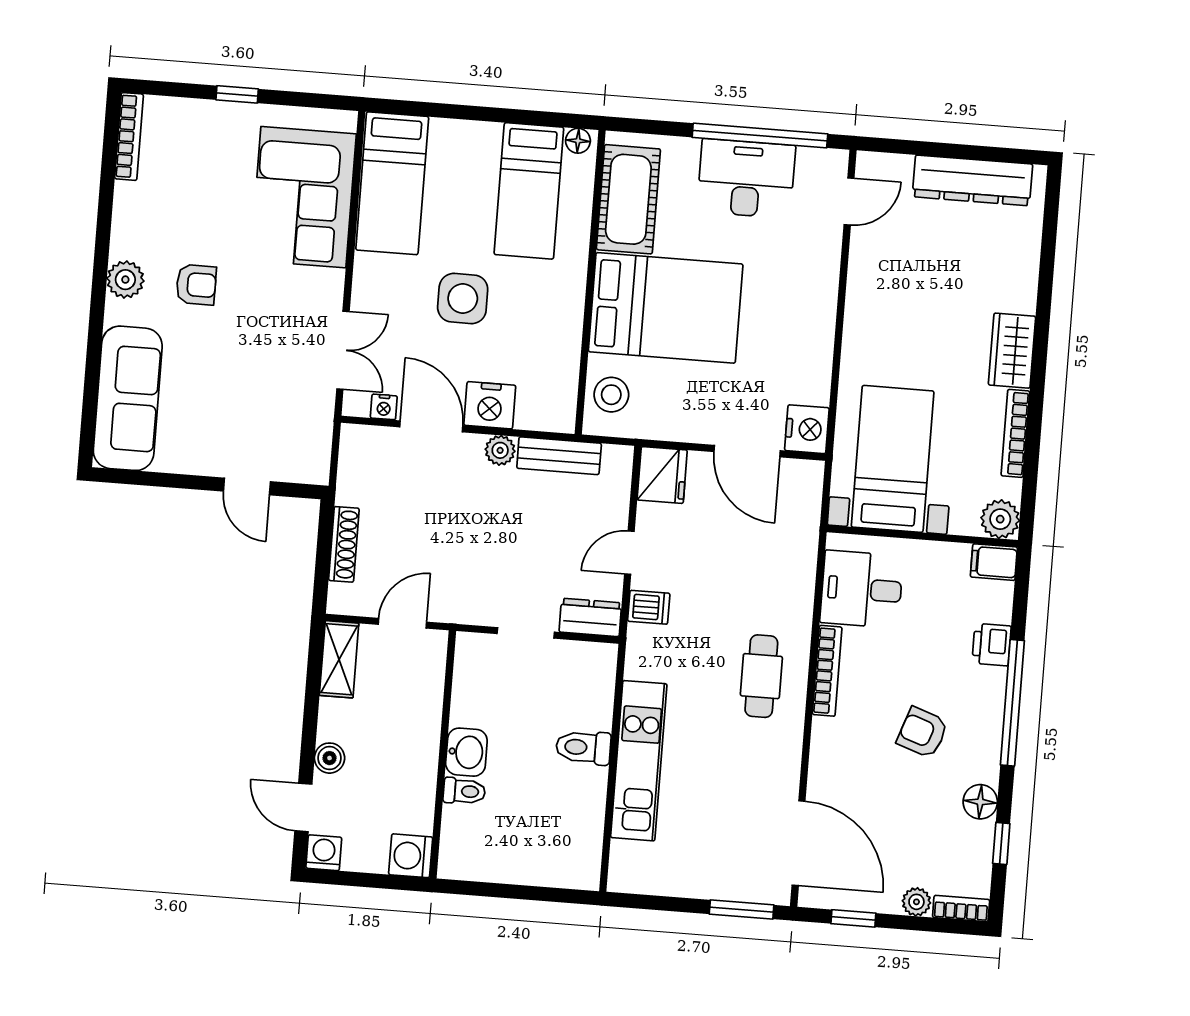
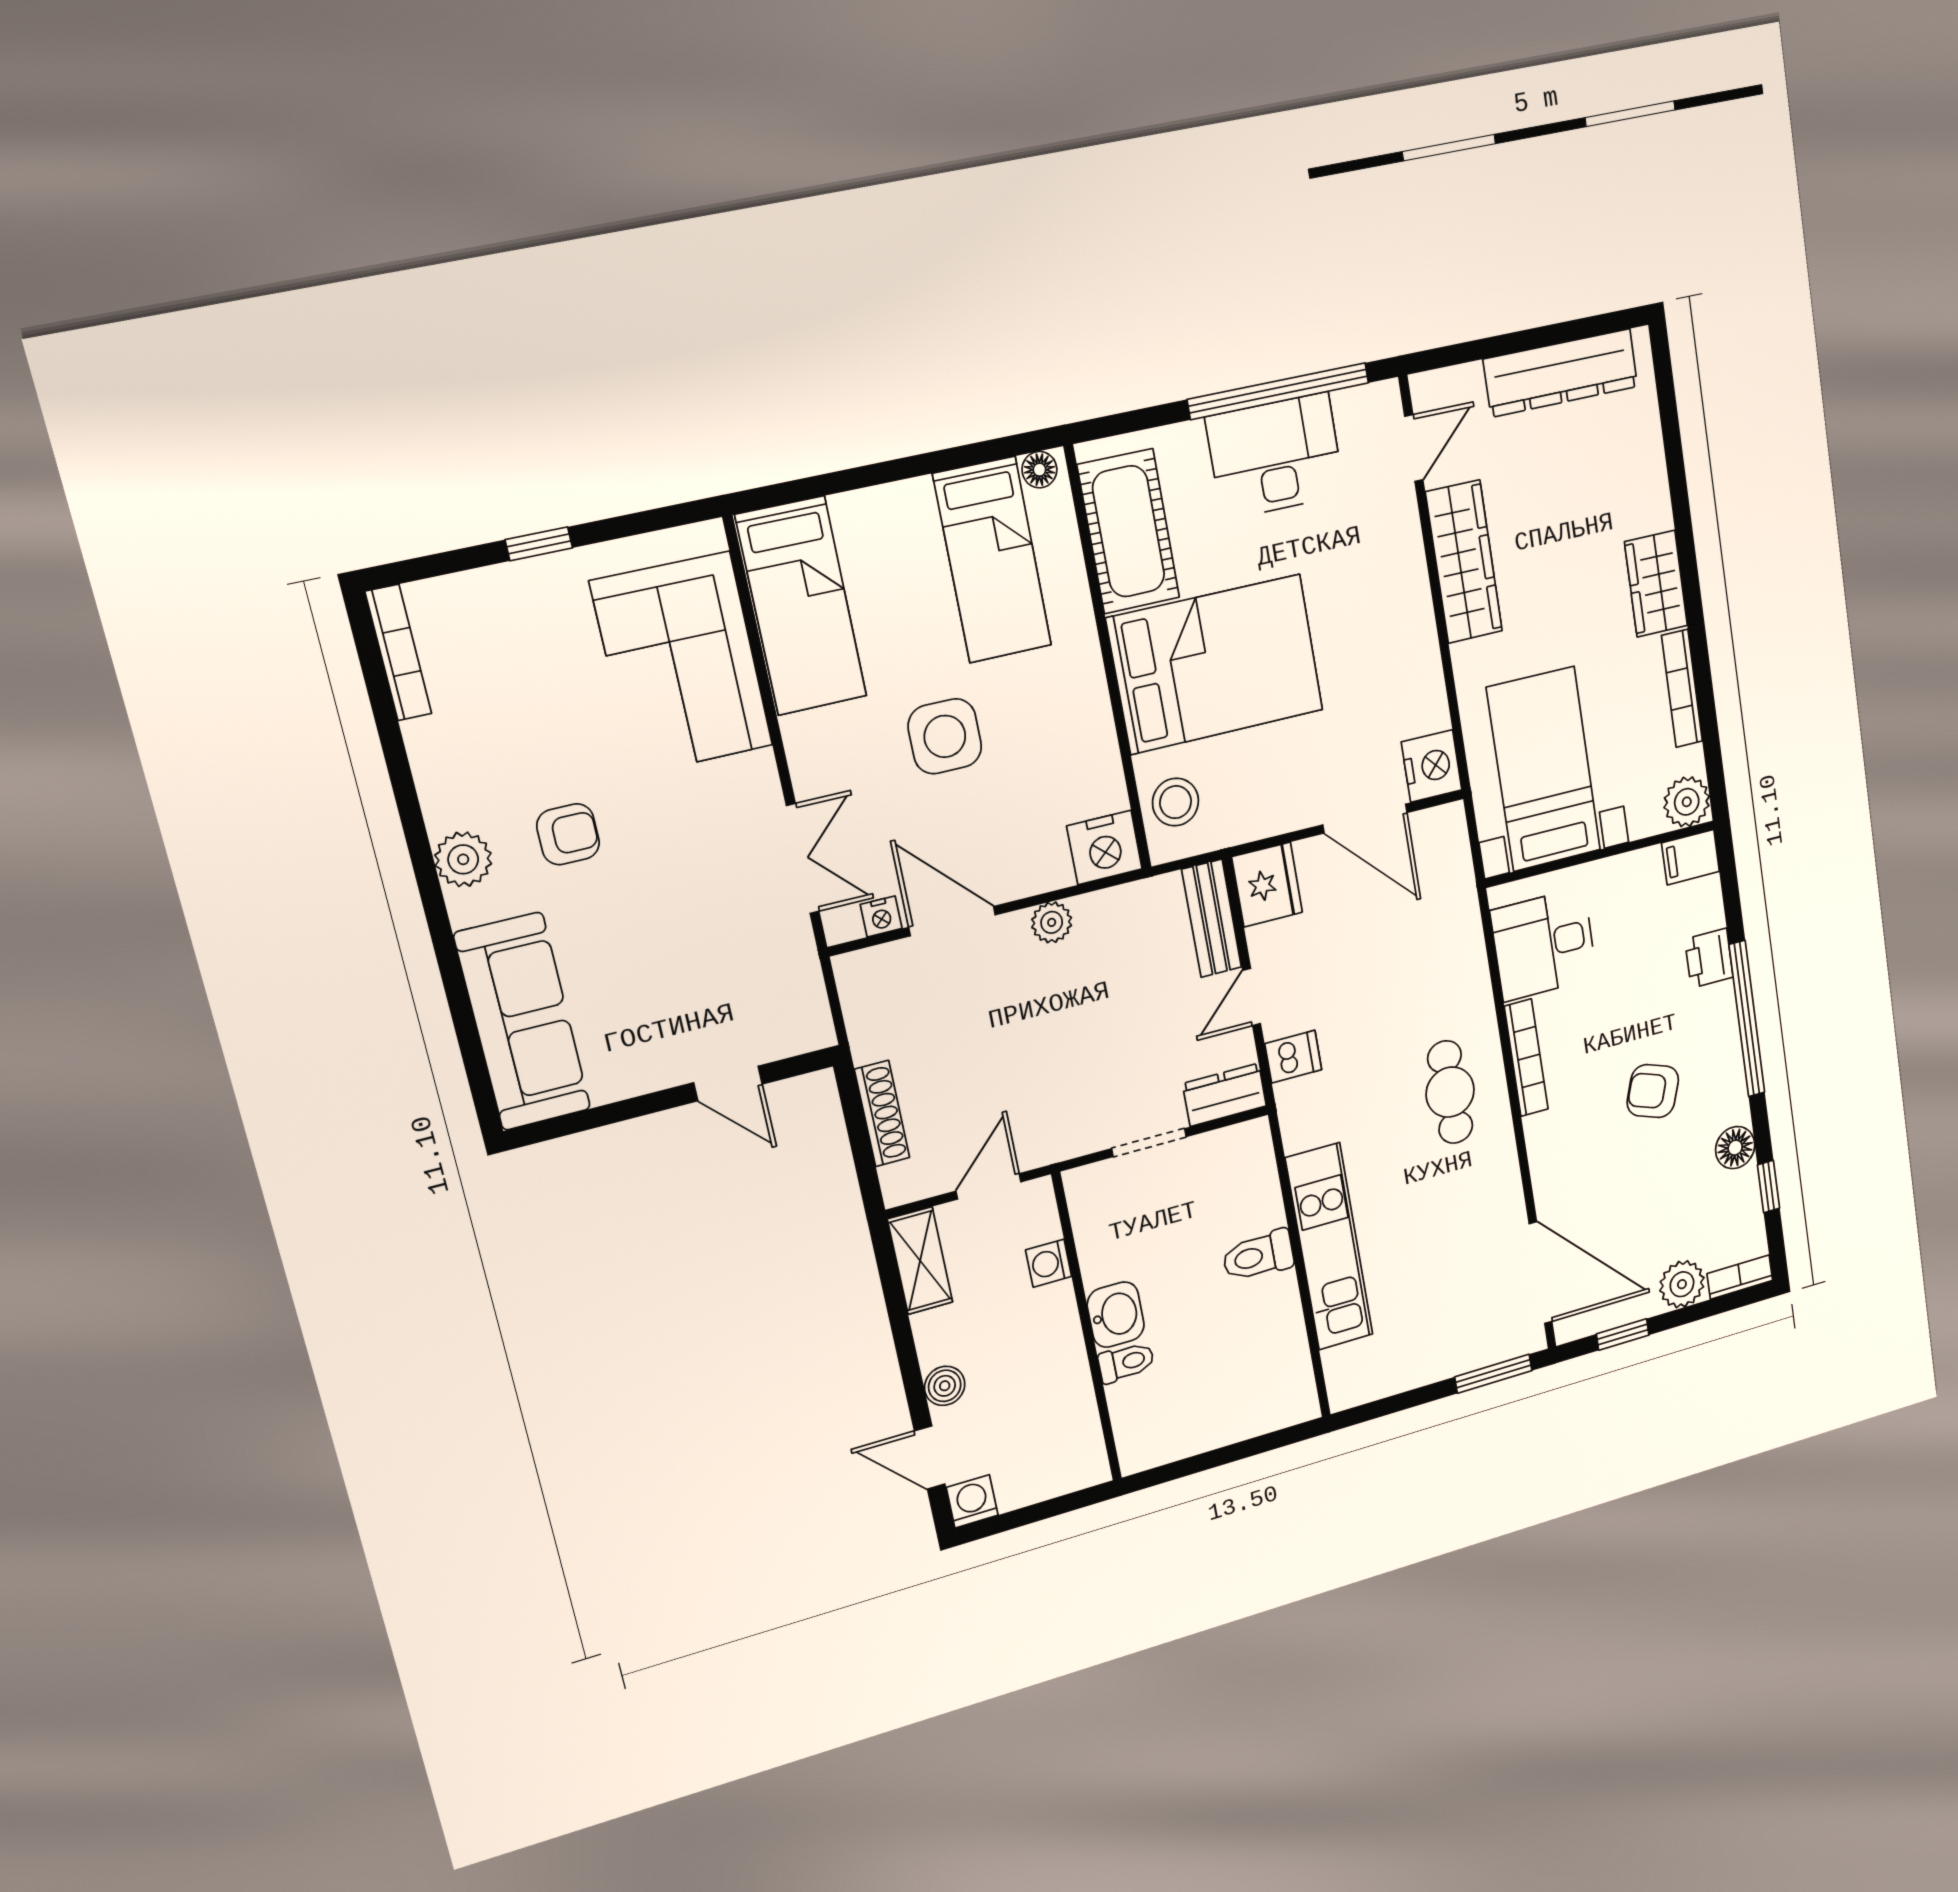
wardrobe: (867, 291) -> (1464, 562), added
nightstand: (490, 405) -> (1105, 848), moved
bench: (559, 456) -> (1212, 918), moved, turned 90
washing machine: (411, 856) -> (1049, 1263), moved, width x0.73, depth x0.73
plant: (916, 902) -> (1682, 1284), width x1.38, depth x1.38

